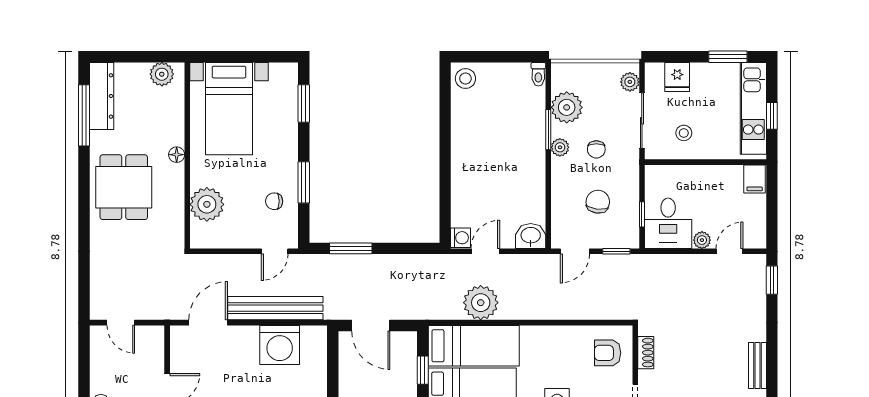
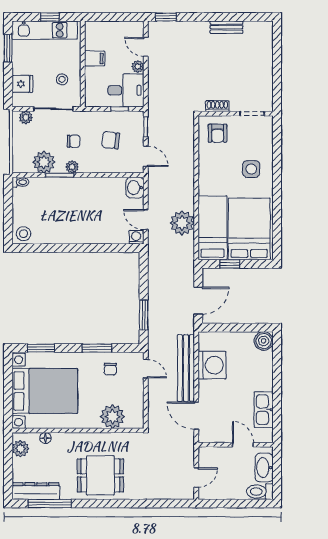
bed with nightstands: (229, 109) -> (45, 391), width x1.36
floor lamp: (177, 155) -> (45, 438), moved
filing cabinet: (755, 179) -> (95, 59), moved

